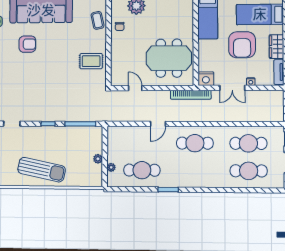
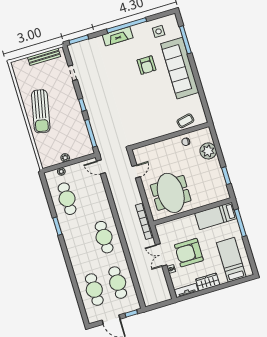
armchair: (242, 45) -> (189, 253), moved
rug: (91, 61) -> (148, 126), removed
nightstand: (206, 79) -> (162, 230), removed
door: (158, 124) -> (101, 167), moved

